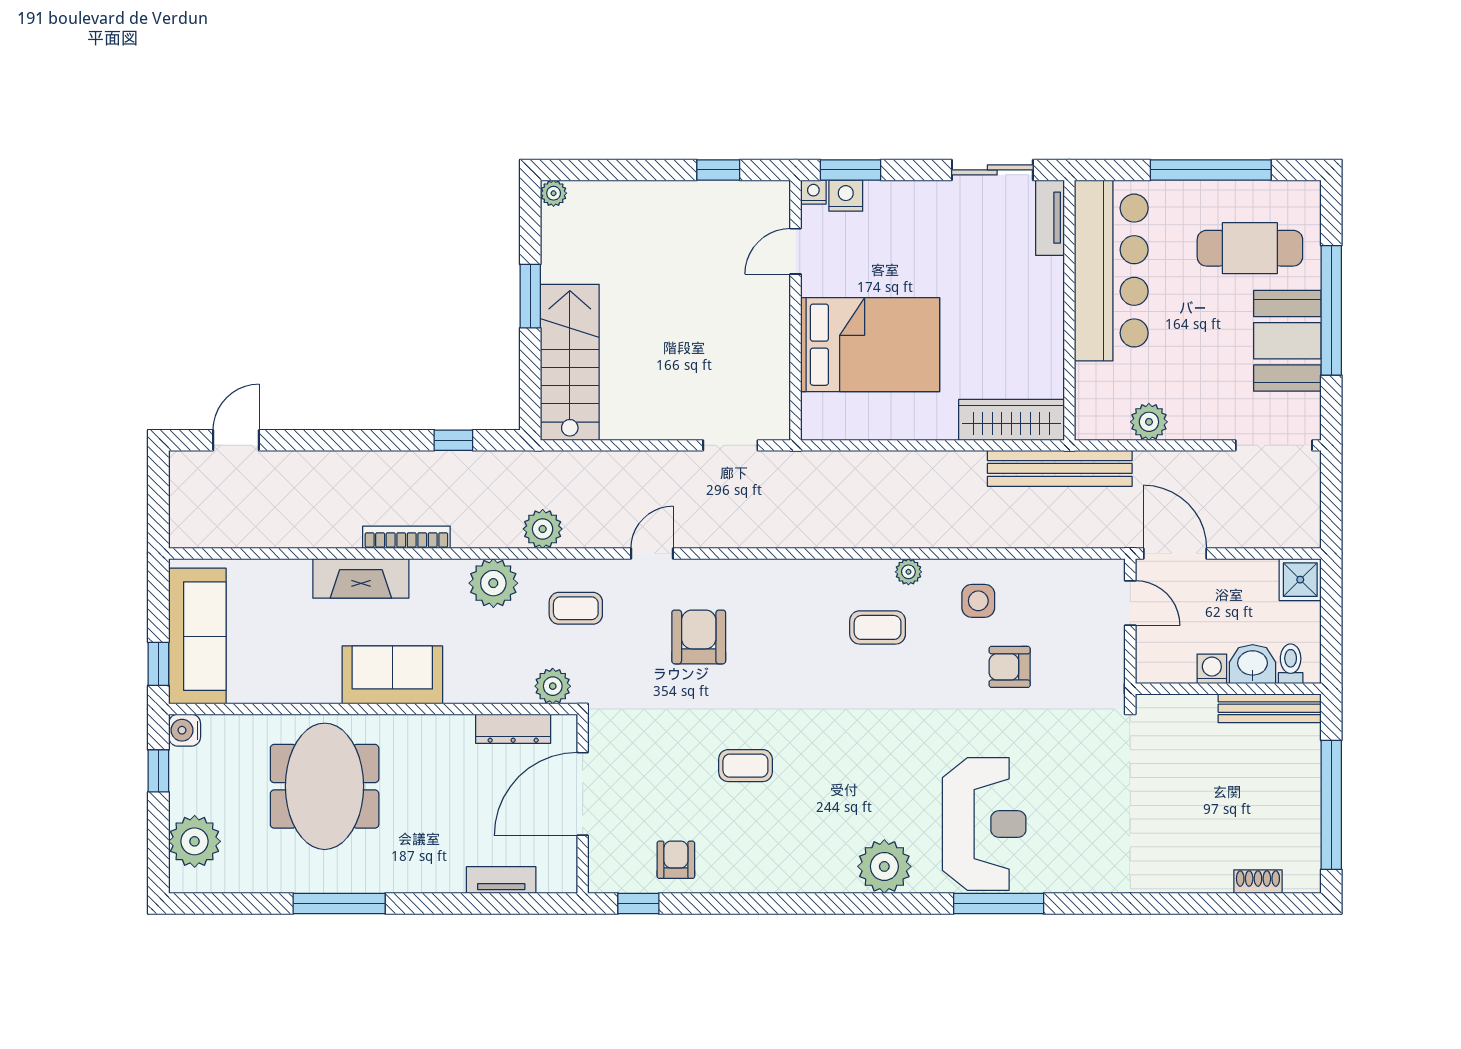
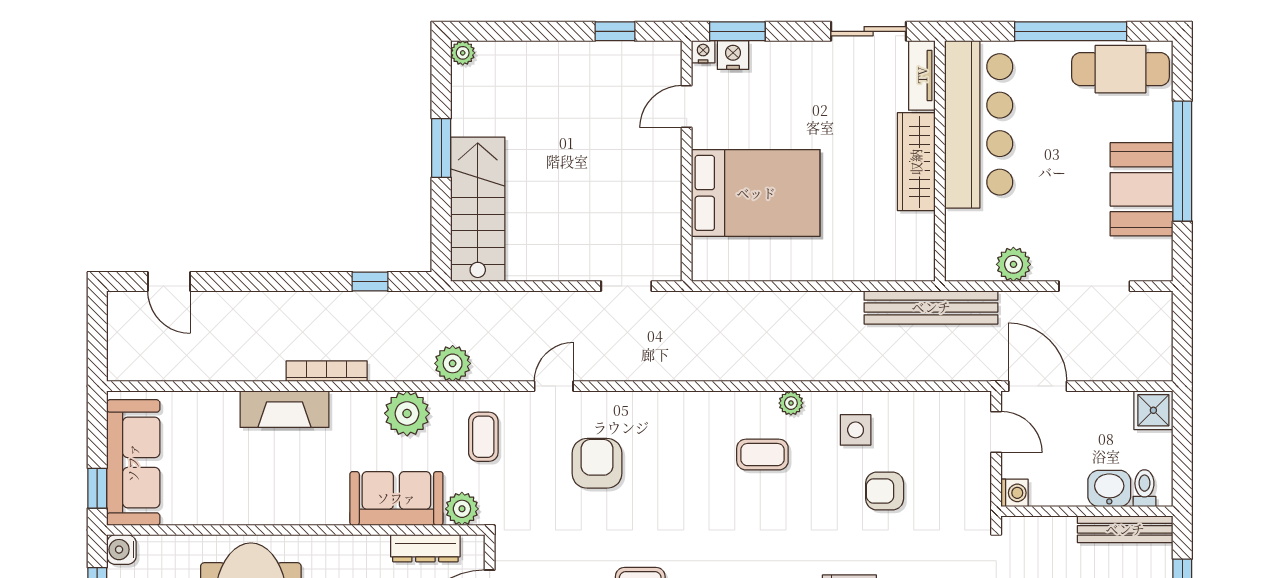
cafe table: (1250, 248) -> (1121, 69), moved
wardrobe: (1011, 420) -> (916, 162), moved, turned -90
door: (236, 440) -> (169, 281), swing flipped
doorway: (1274, 445) -> (1094, 286), moved
coffee table: (576, 608) -> (483, 437), turned 90
washing machine: (1212, 669) -> (1015, 493), moved, turned 90
sofa: (392, 675) -> (396, 498), moved

